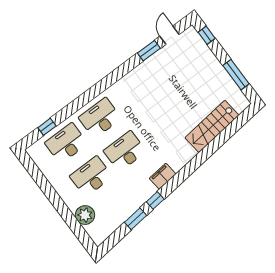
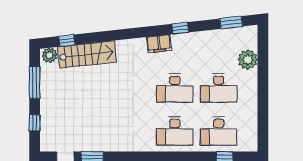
window: (207, 35) -> (35, 123), moved
plant: (240, 104) -> (50, 55), added
window: (235, 125) -> (67, 41), added
window: (136, 219) -> (231, 22), moved

